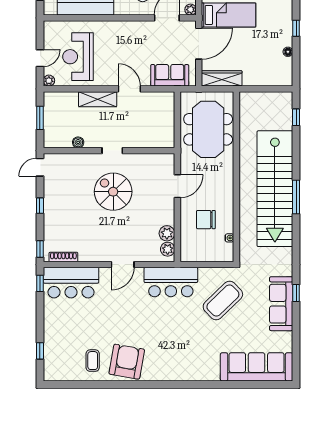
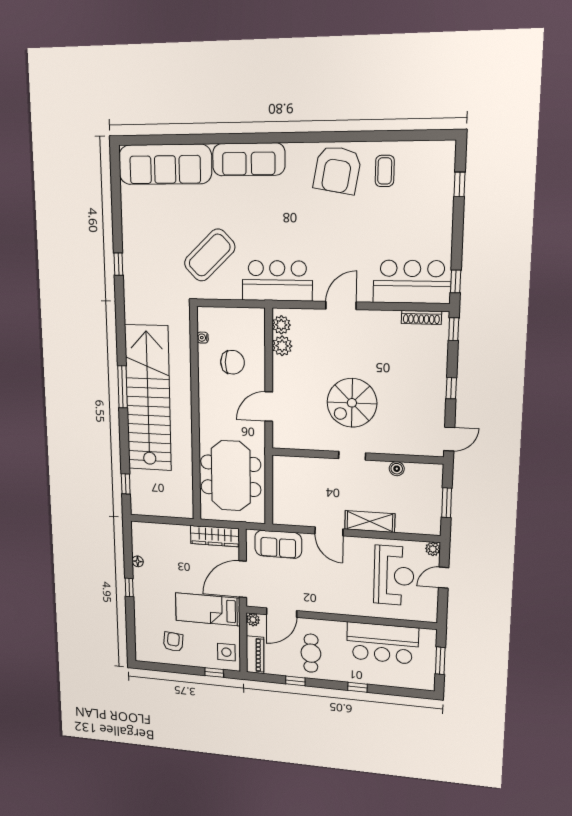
spiral stairs: (113, 192) -> (352, 403), turned 90
sofa: (281, 304) -> (249, 159), moved, turned 90

